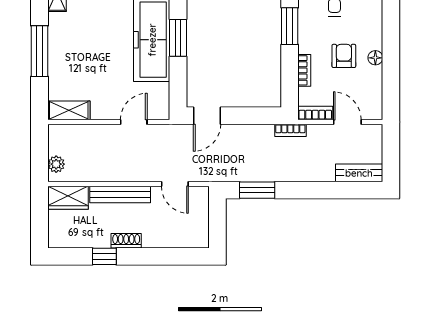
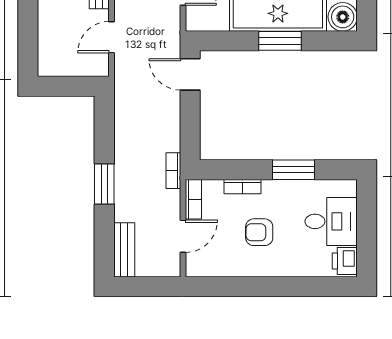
armchair: (344, 56) -> (259, 232), turned 180
floor lamp: (375, 58) -> (257, 269), removed
window: (257, 190) -> (104, 184), moved

